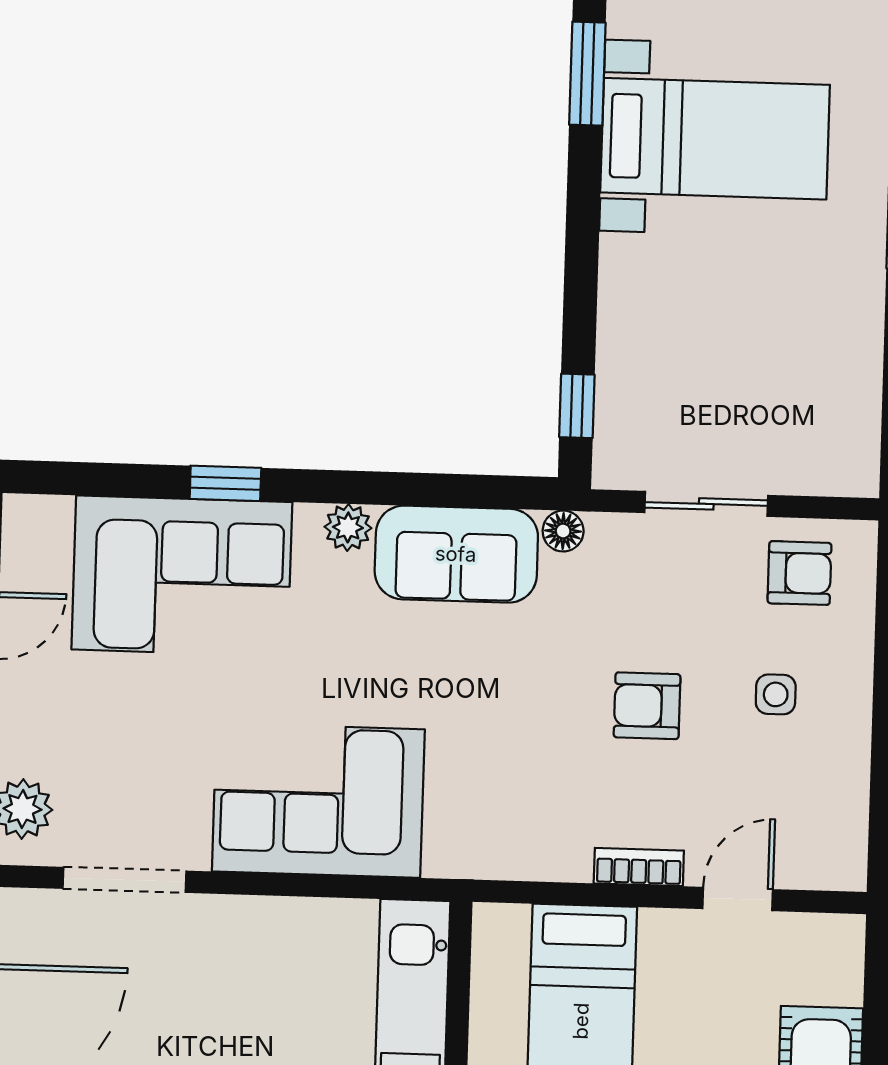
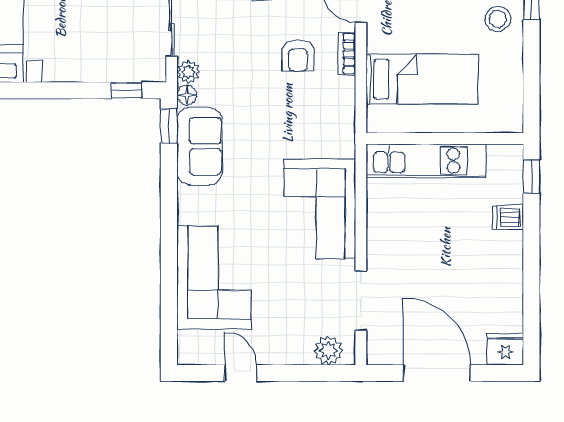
window: (225, 483) -> (169, 126), moved
plant: (348, 527) -> (188, 72), moved
armchair: (647, 706) -> (298, 56), moved

